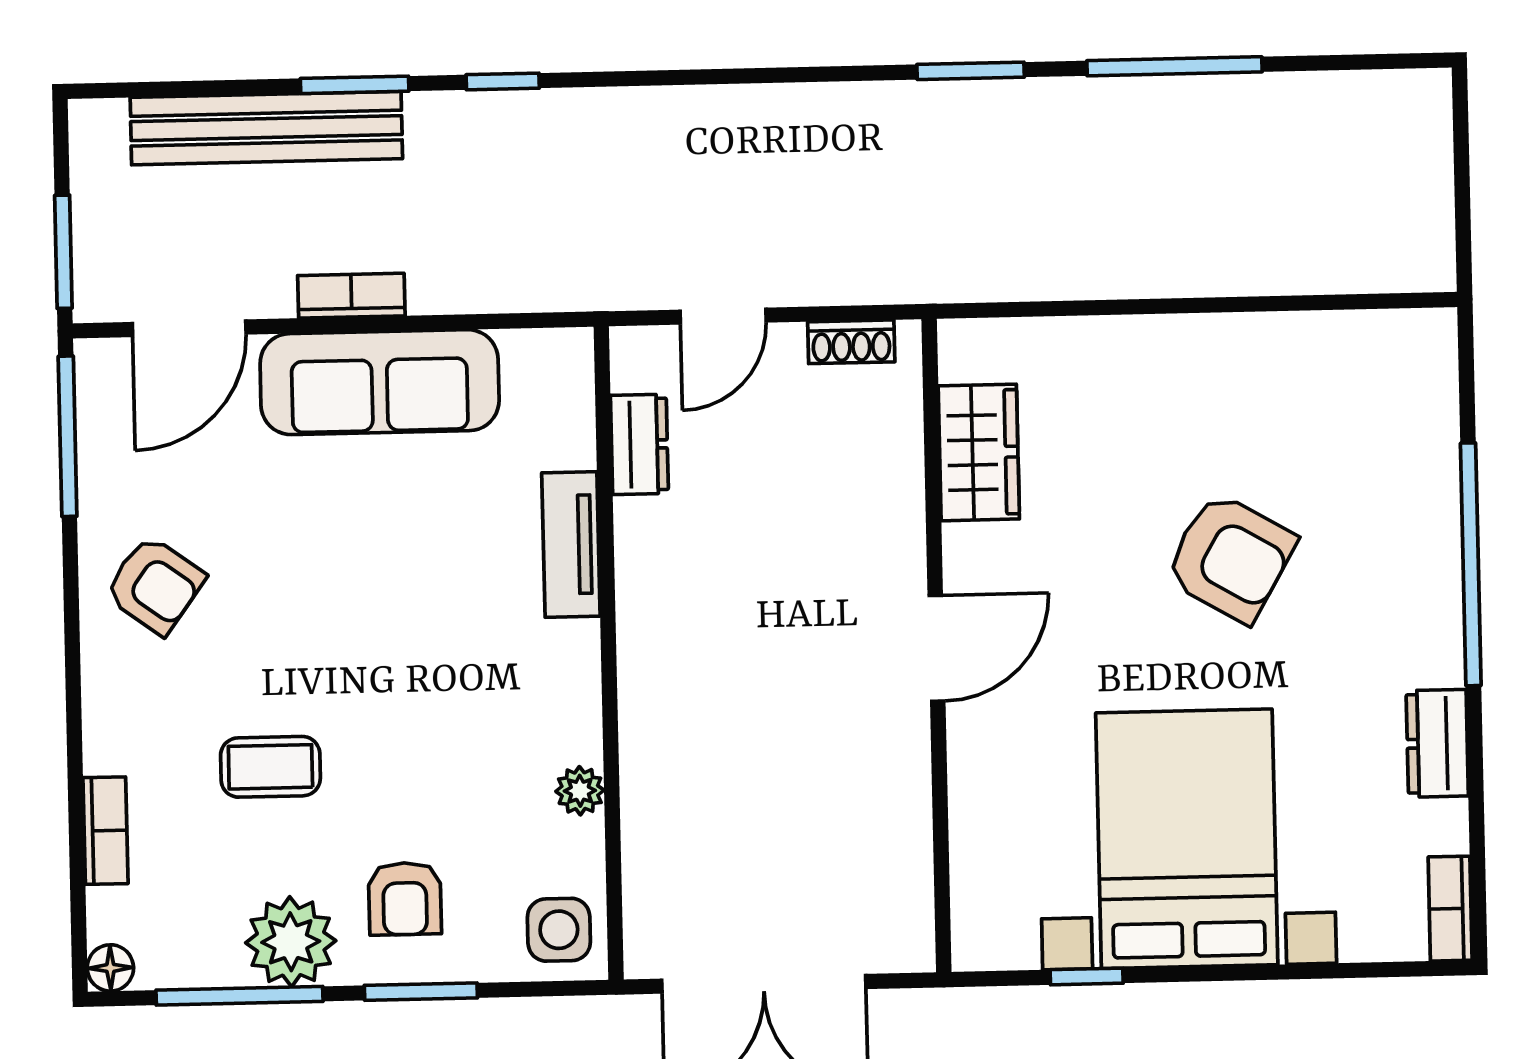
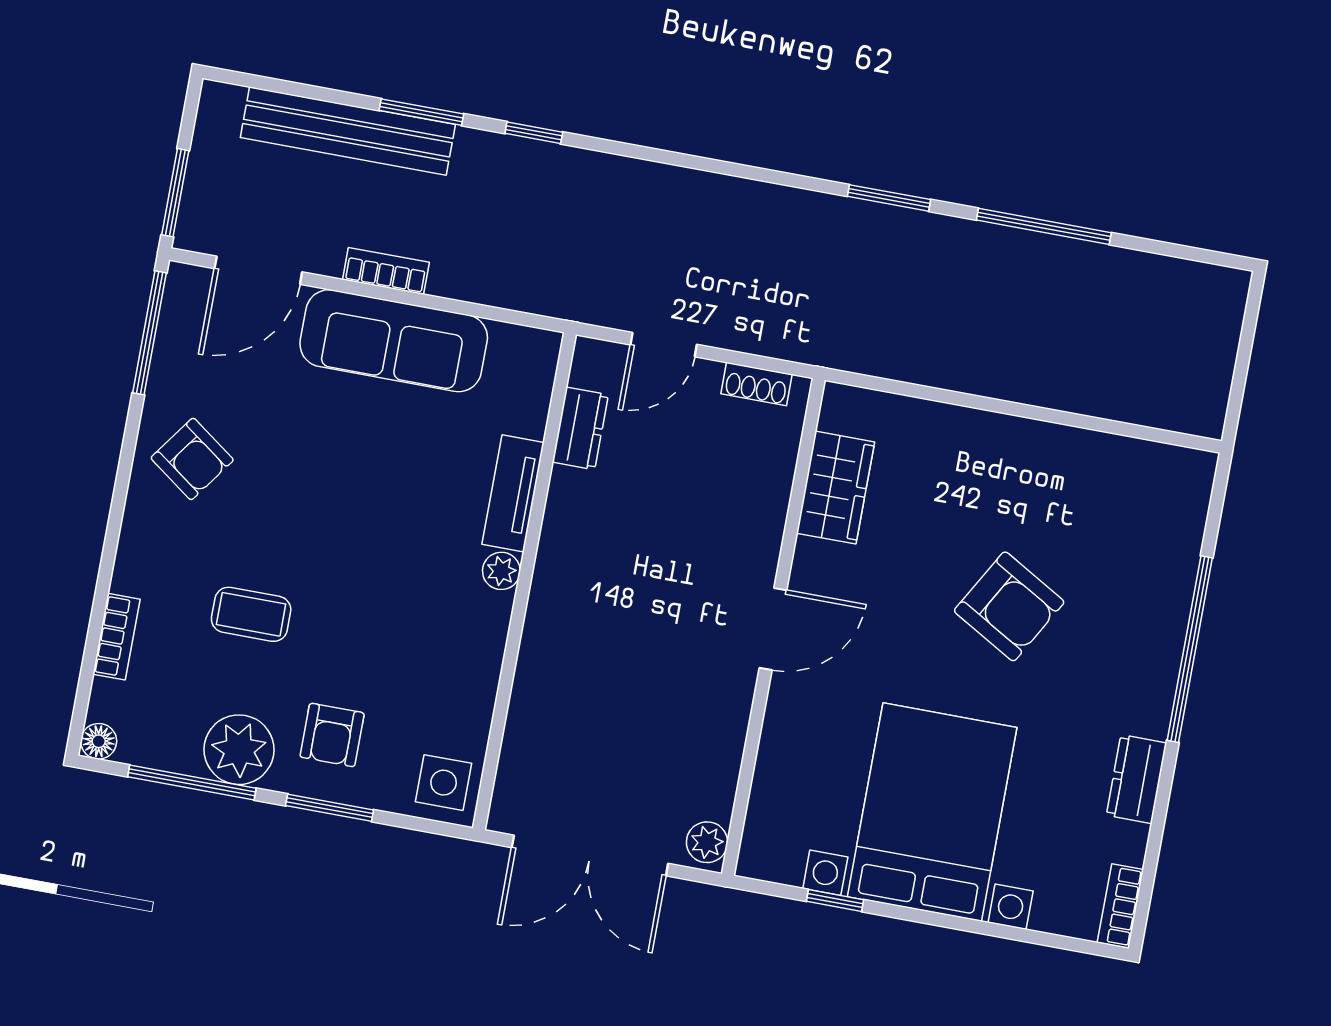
plant: (580, 791) -> (501, 571), moved
plant: (909, 936) -> (707, 842), added

